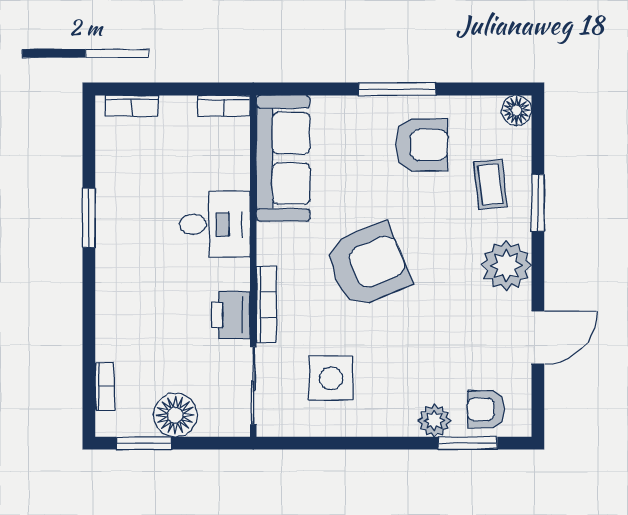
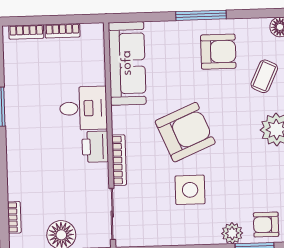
bookcase: (224, 106) -> (62, 31), moved
coffee table: (490, 184) -> (264, 76), turned 31
printer: (231, 315) -> (95, 147), moved
side table: (331, 378) -> (190, 190), moved

